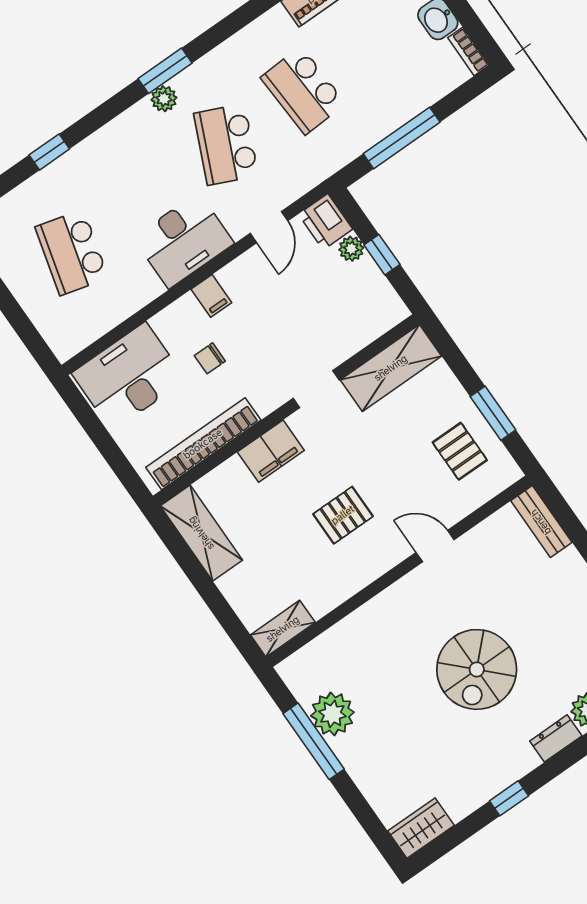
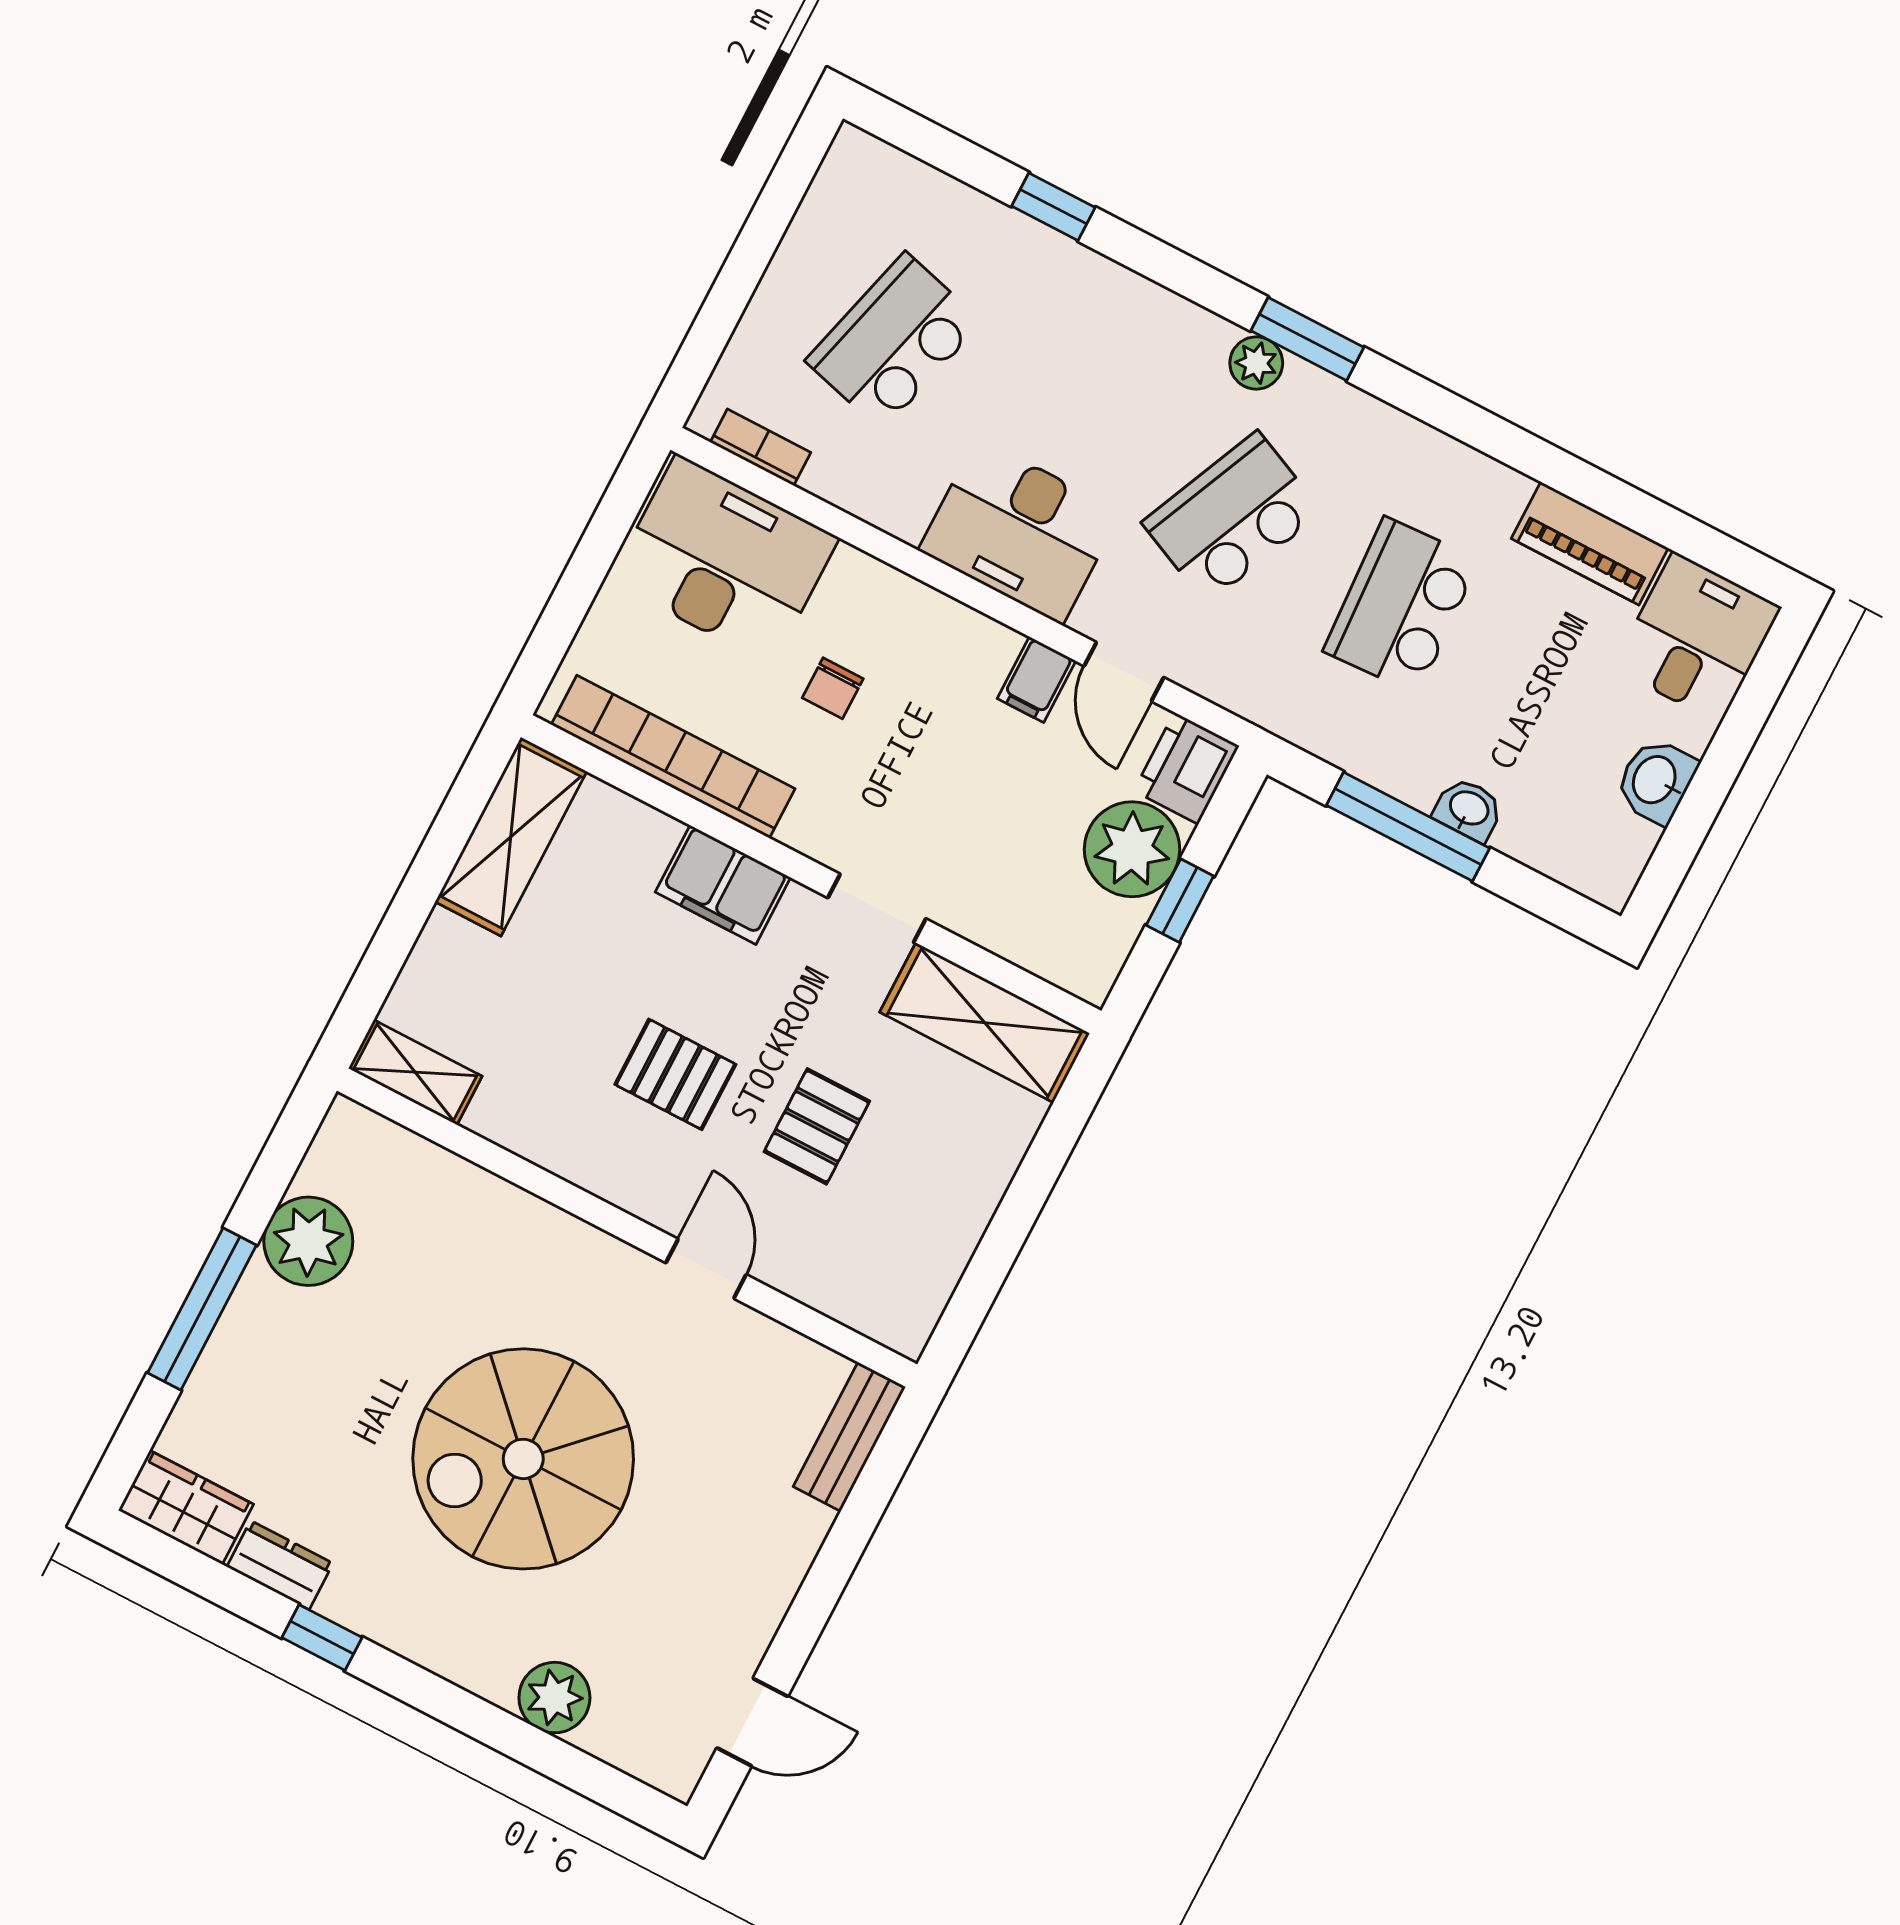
bookcase: (469, 51) -> (761, 447), moved, turned 90
washbasin: (408, 107) -> (1468, 809), added
door: (269, 227) -> (1124, 672), hinge flipped
plant: (351, 249) -> (1132, 849), width x1.87, depth x1.87
filing cabinet: (211, 296) -> (1036, 680), moved
chair: (210, 358) -> (833, 688), turned -90
window: (493, 413) -> (999, 1249), removed
pallet: (460, 451) -> (817, 1126), moved
spiral stairs: (477, 669) -> (523, 1459), width x1.37, depth x1.37
dresser: (556, 738) -> (280, 1565), moved
window: (314, 741) -> (202, 1309), moved

